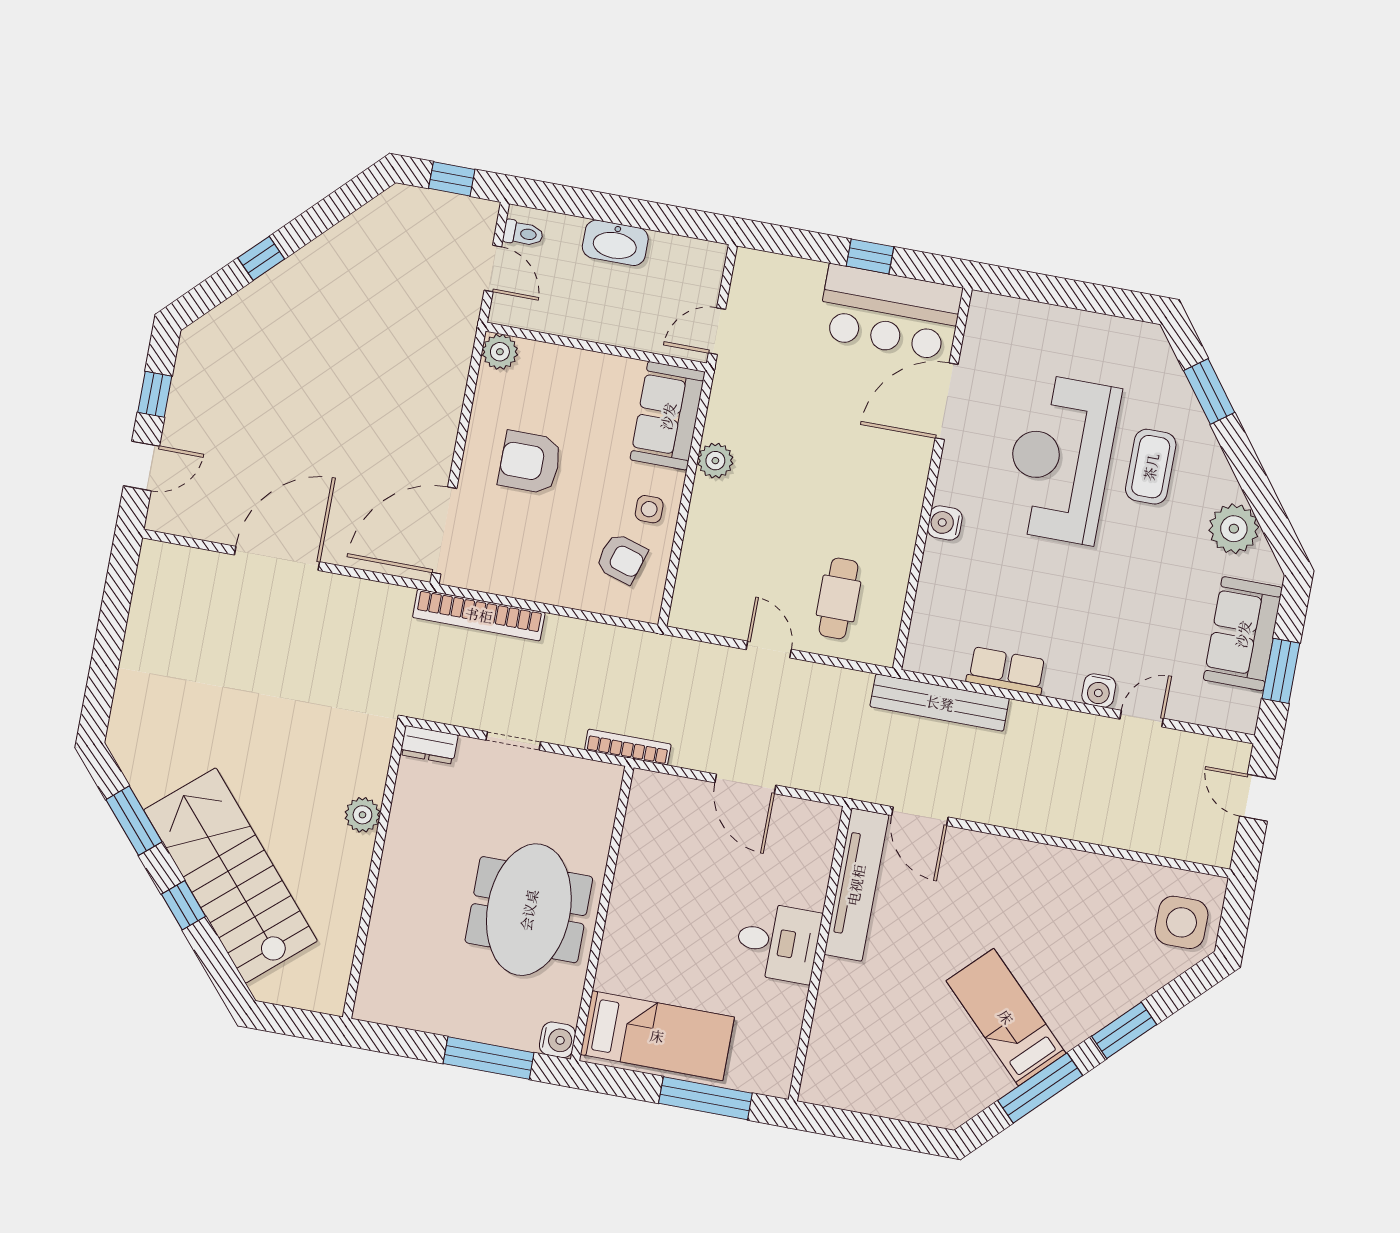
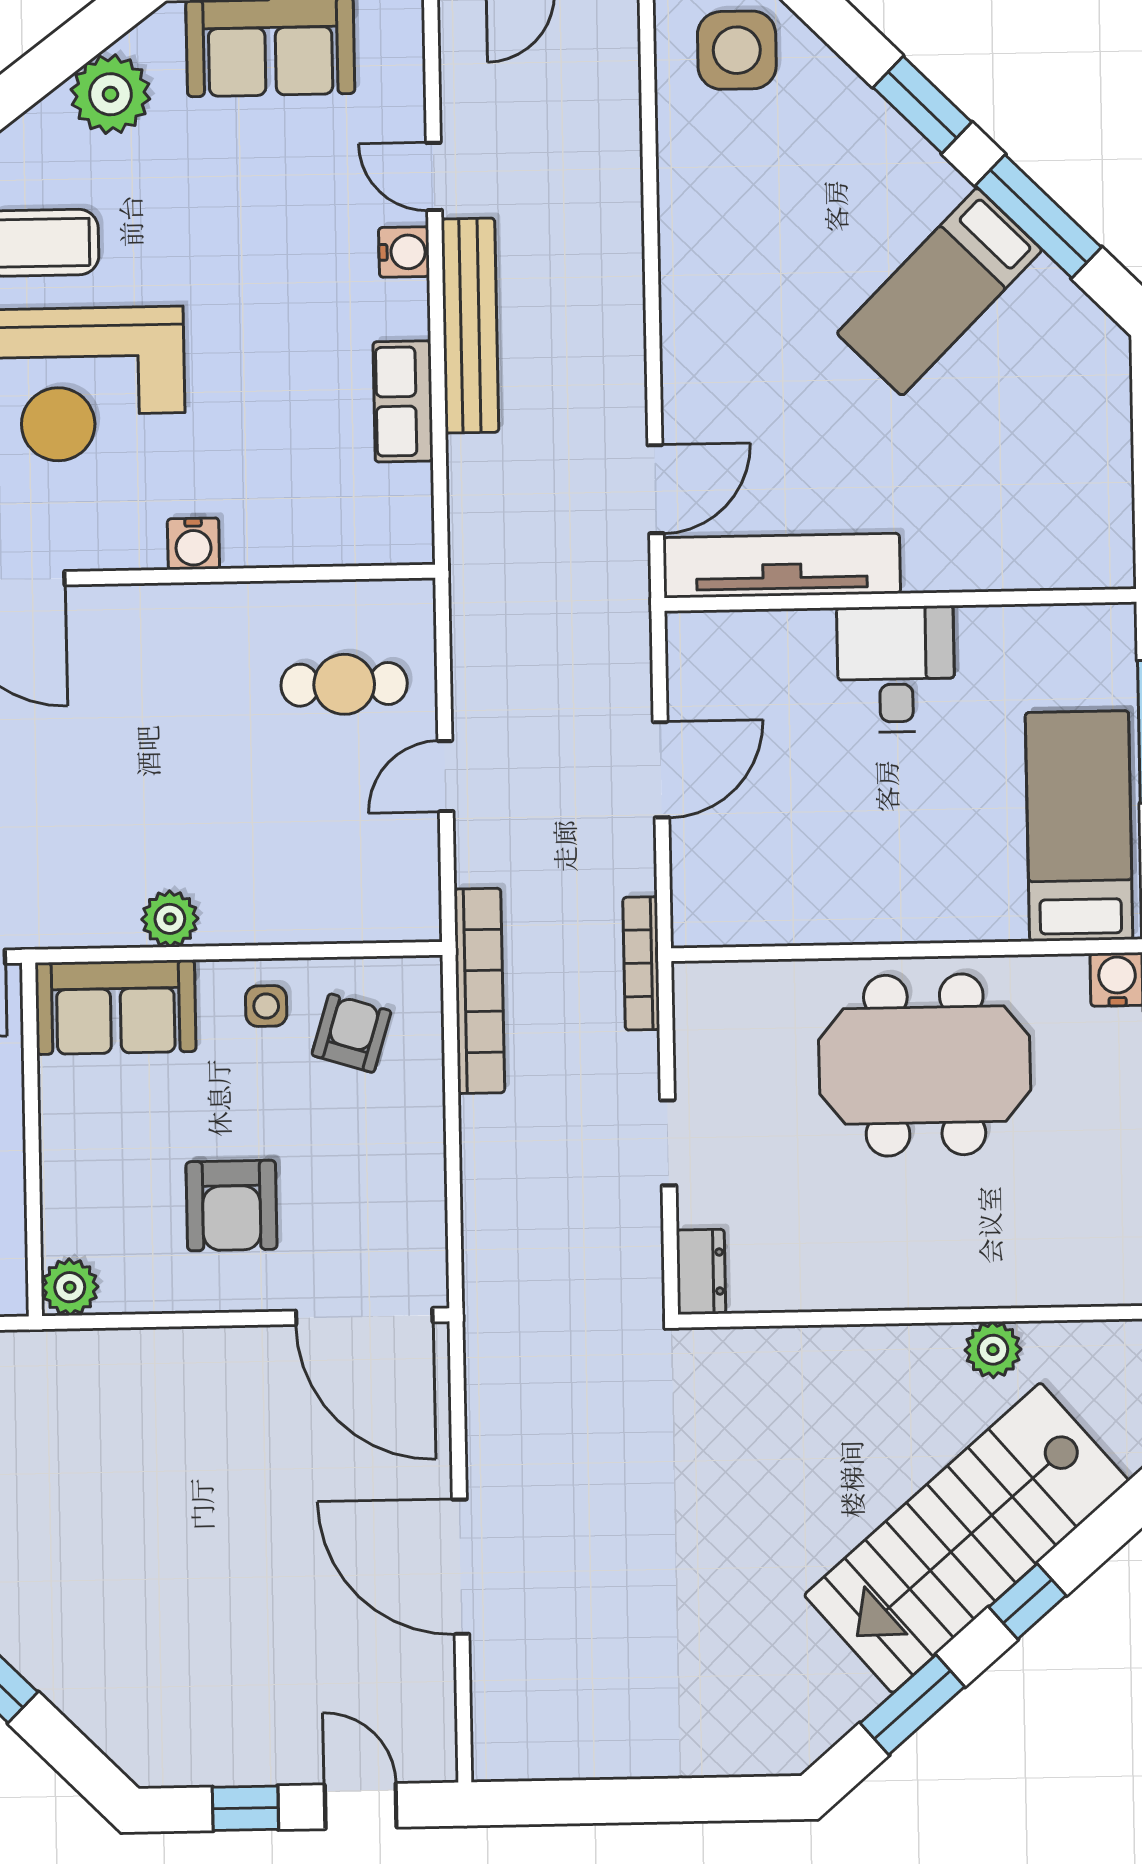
bookcase: (479, 615) -> (479, 991), moved
bench: (940, 703) -> (470, 326), moved
plant: (362, 815) -> (993, 1350), moved

